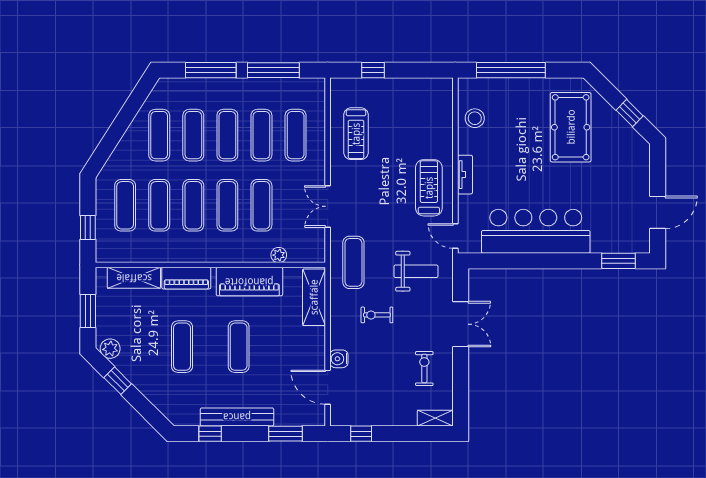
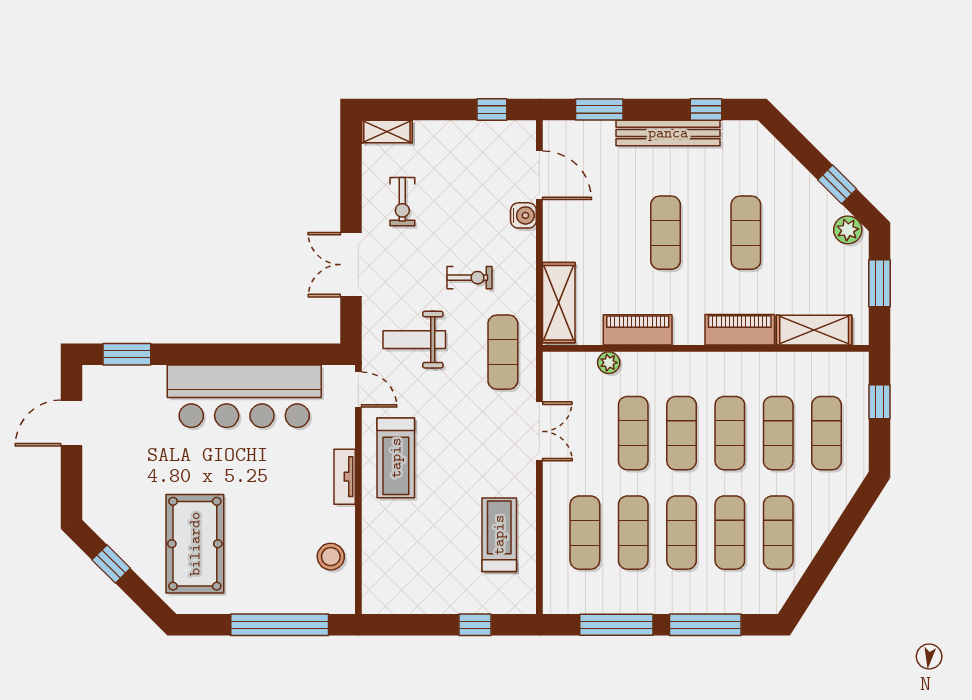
piano: (249, 282) -> (638, 330), width x0.73, depth x0.75

